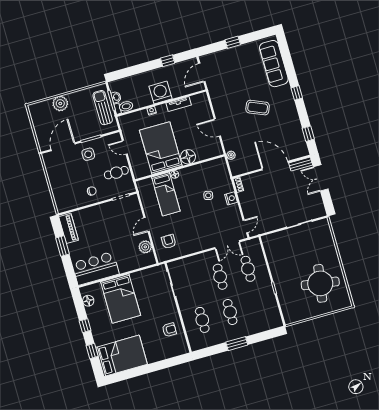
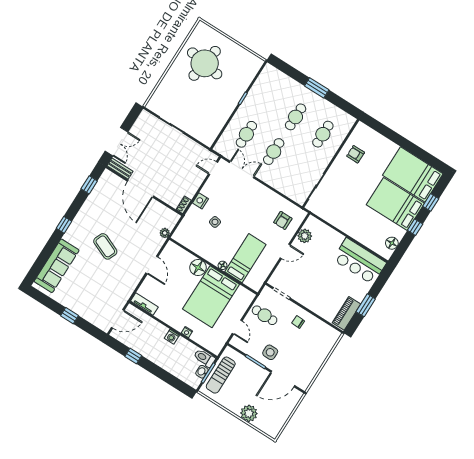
washing machine: (161, 92) -> (172, 337), width x0.53, depth x0.53
tv unit: (179, 104) -> (144, 304), moved
bed: (121, 299) -> (395, 204), moved, turned -90

